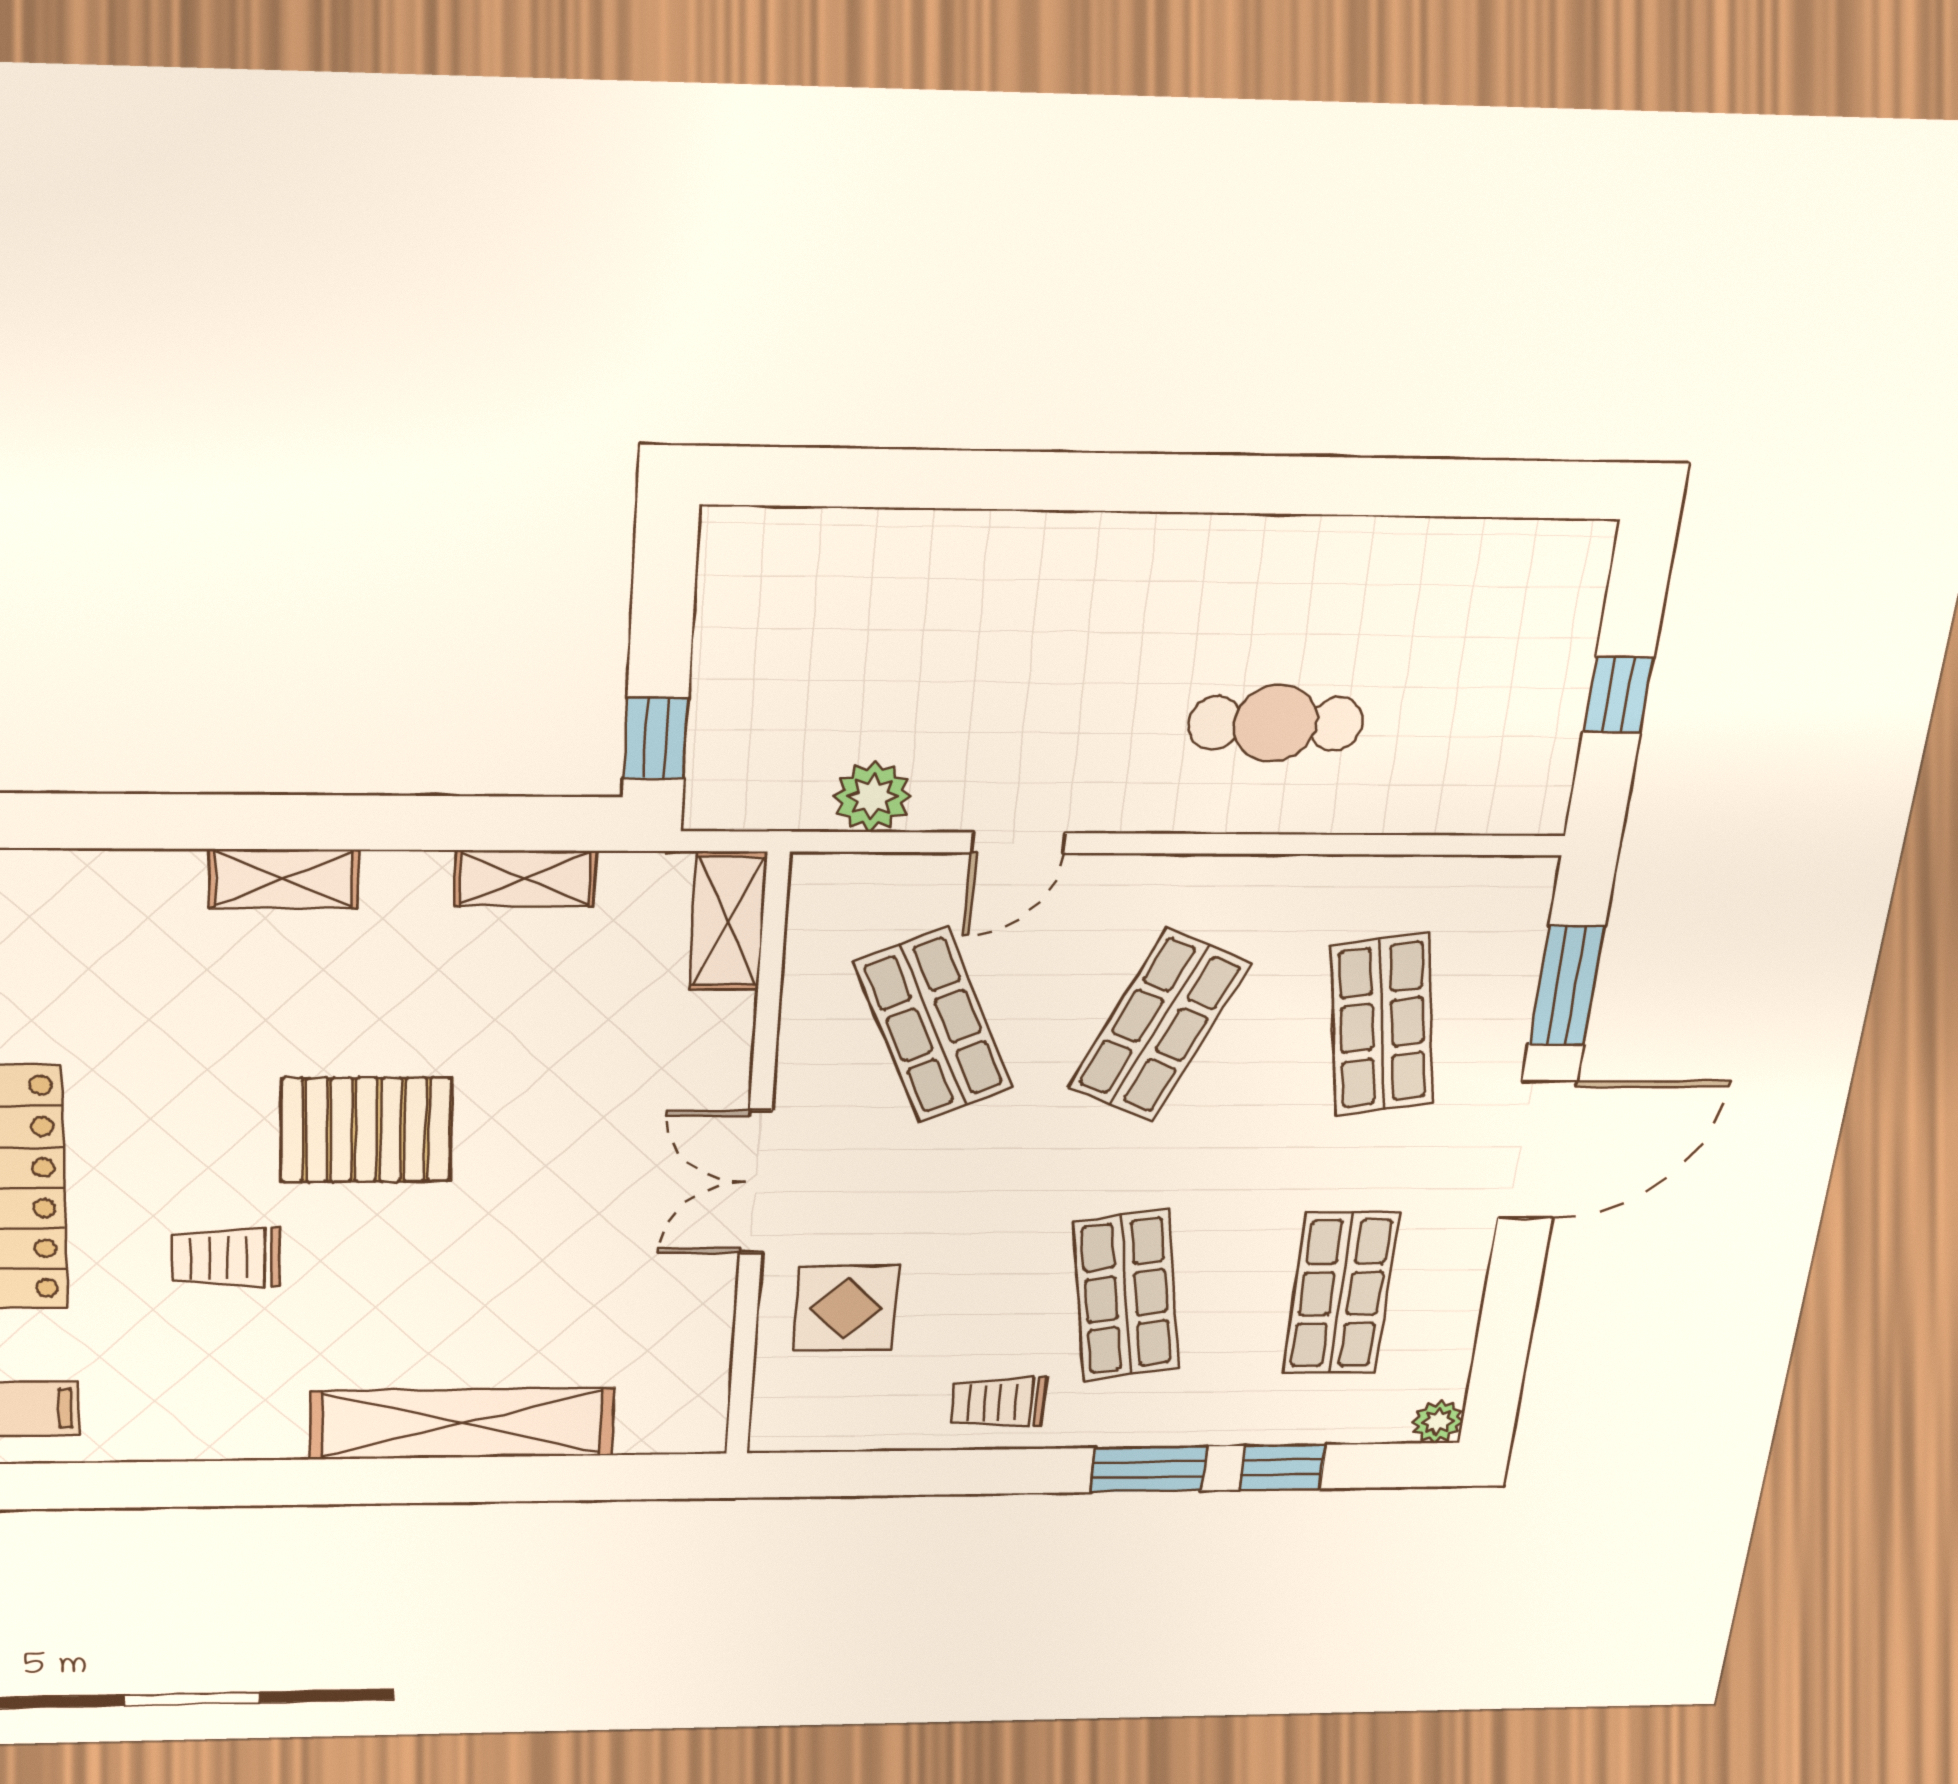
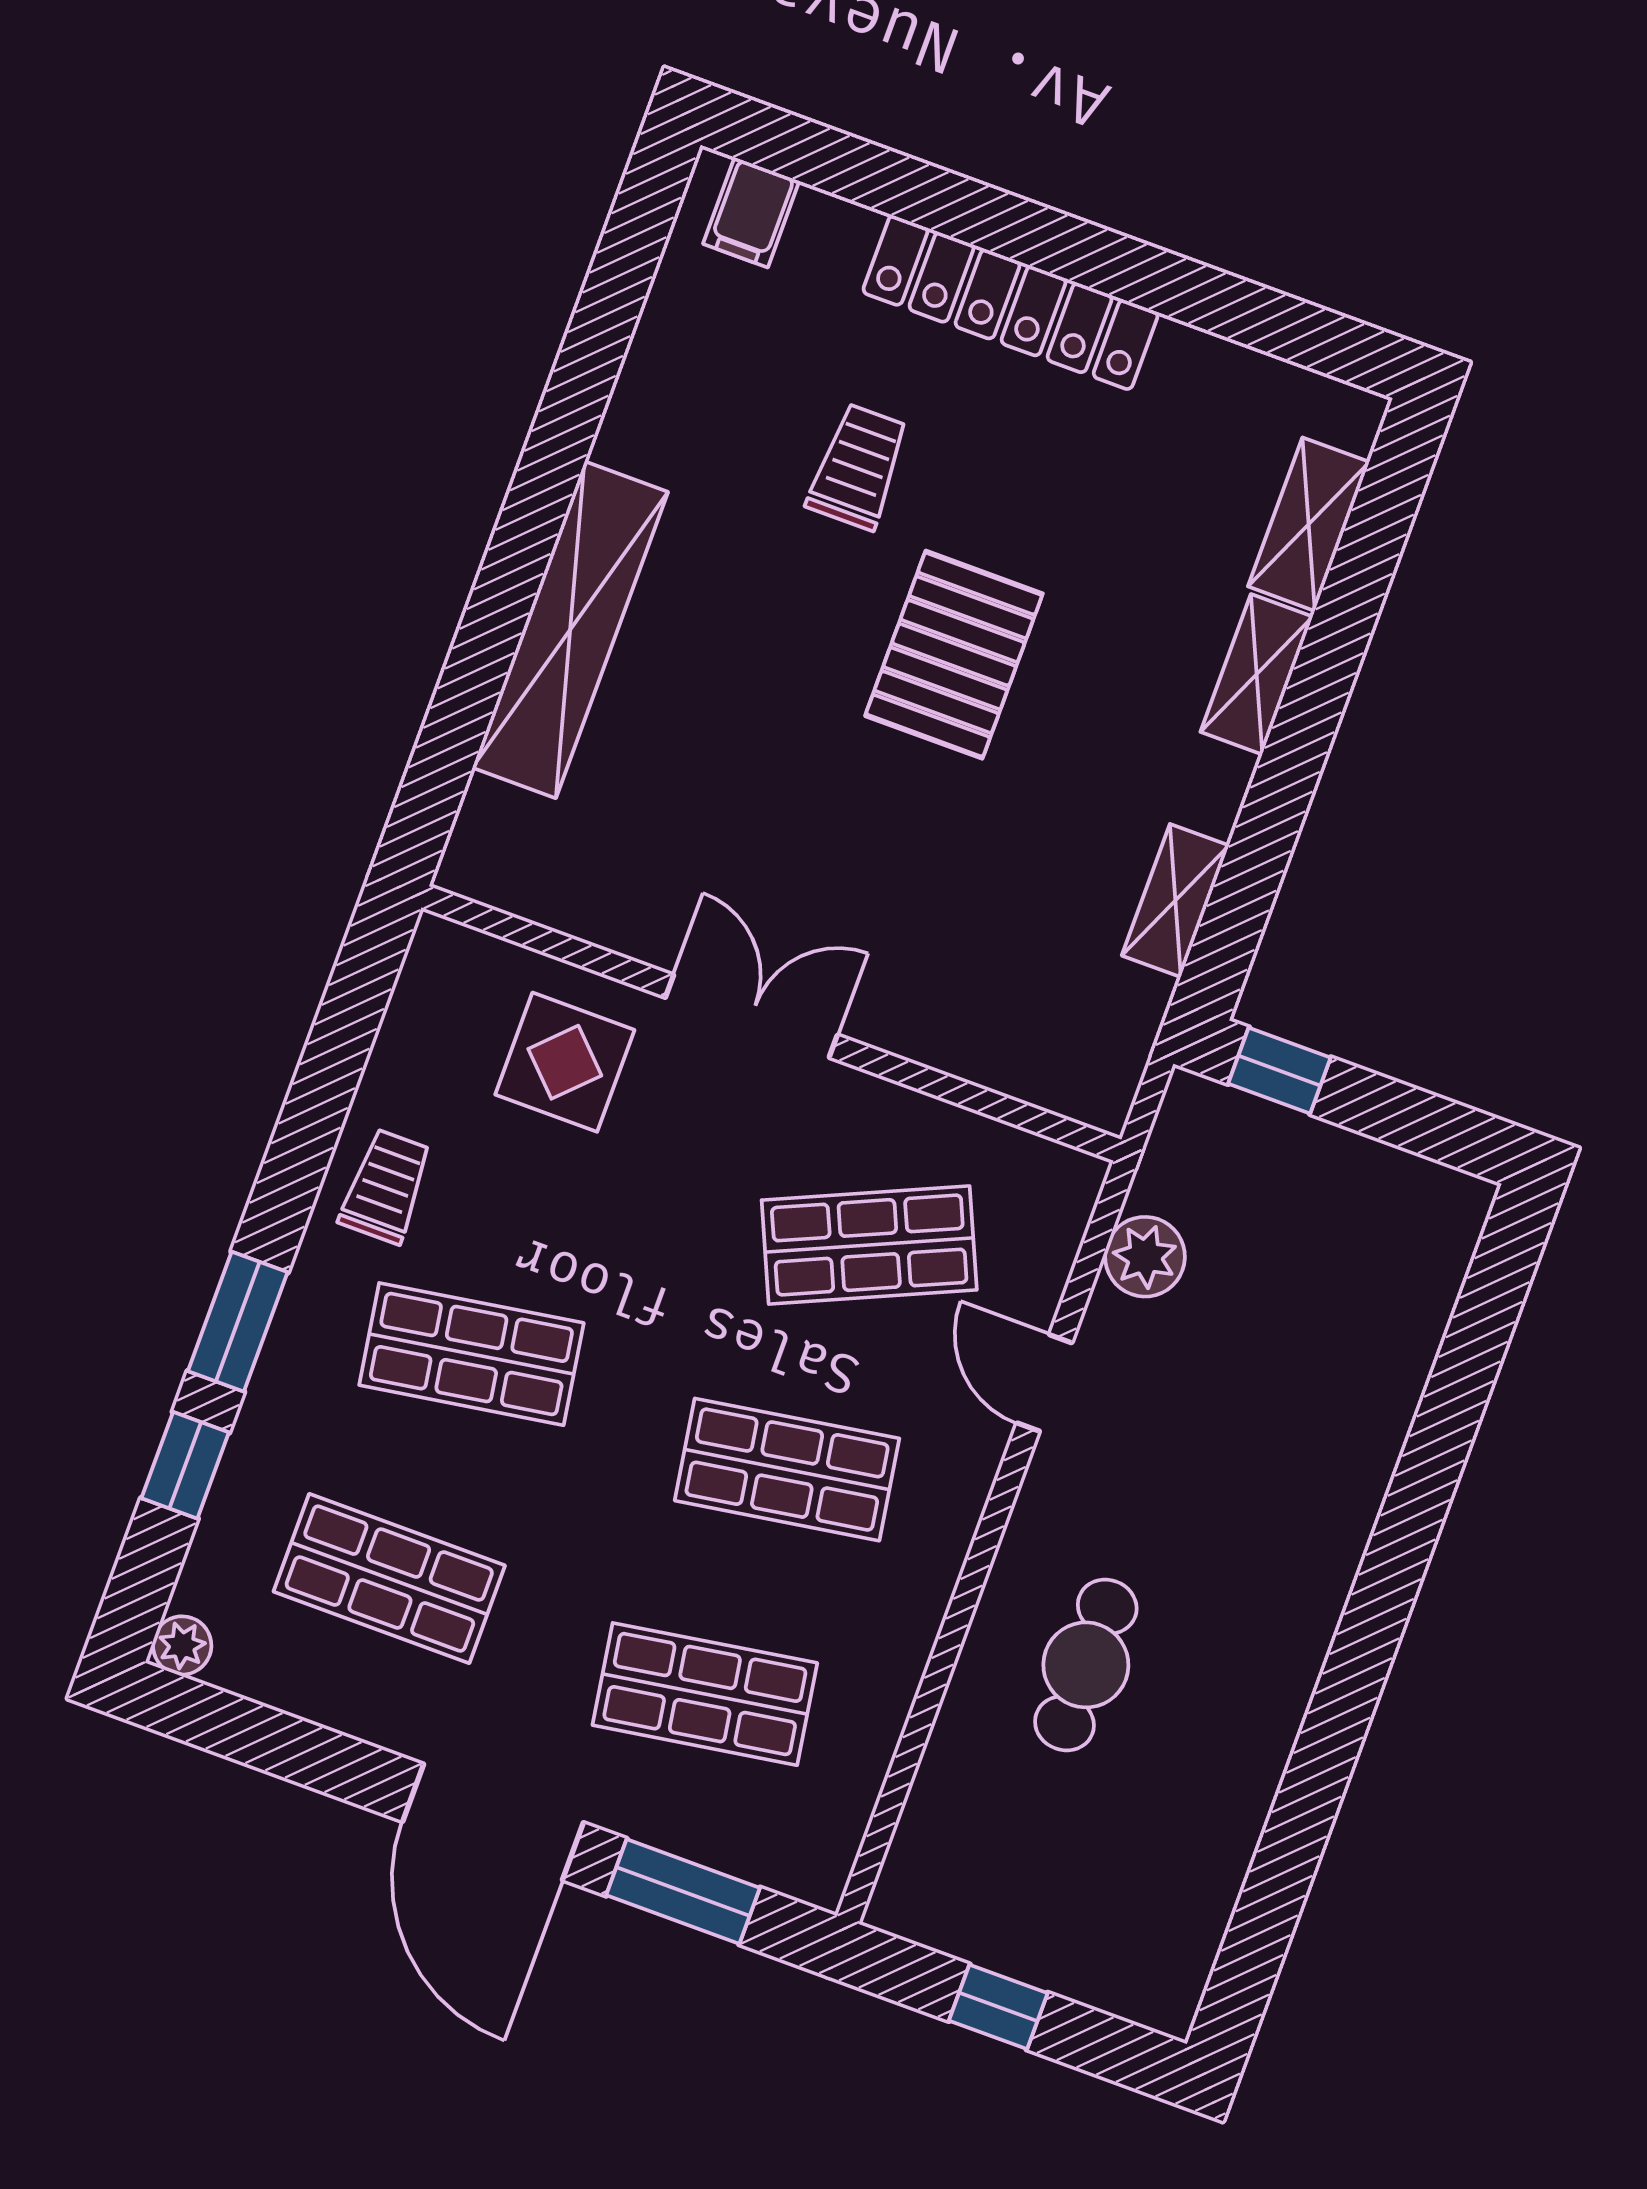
shelving: (728, 921) -> (1309, 524), moved, turned 90
shop shelf: (1159, 1025) -> (787, 1470), turned -33

